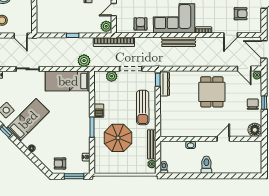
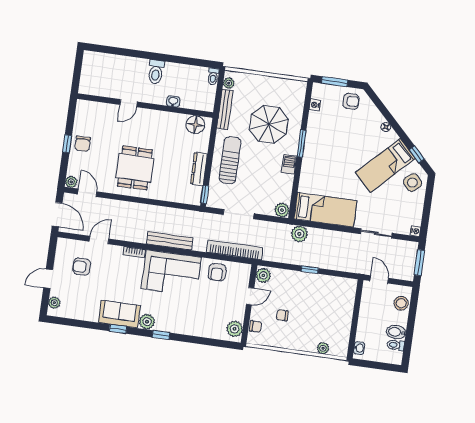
bookcase: (114, 42) -> (235, 250), moved
plant: (112, 76) -> (282, 210), moved
dresser: (165, 84) -> (199, 169), moved
floor lamp: (255, 130) -> (195, 125), moved

